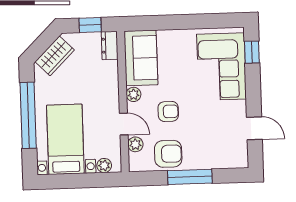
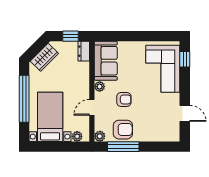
door: (124, 124) -> (92, 107), swing flipped
plant: (135, 144) -> (100, 136), moved
window: (190, 177) -> (123, 147), moved

